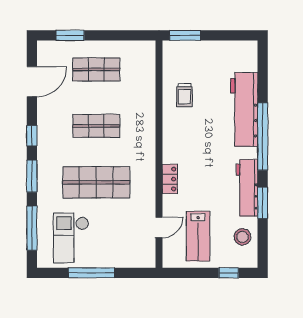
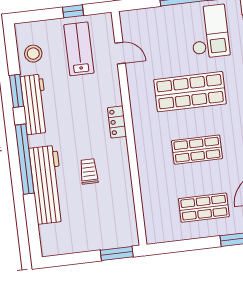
trolley: (184, 95) -> (89, 171), moved
locker: (170, 179) -> (117, 122), moved
door: (159, 227) -> (120, 53), swing flipped
window: (229, 273) -> (73, 11), moved

